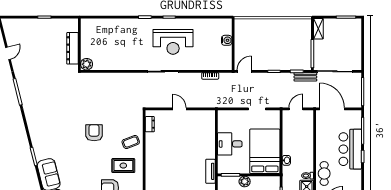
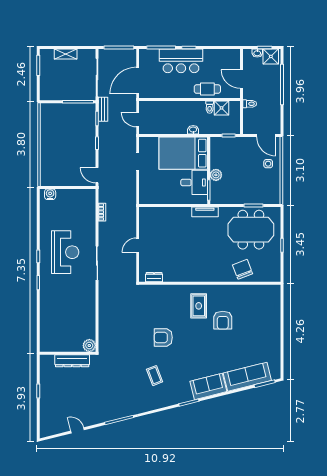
shelving: (318, 29) -> (66, 54), moved
water cooler: (227, 40) -> (50, 194), moved
coffee table: (131, 142) -> (155, 376), moved
desk: (230, 144) -> (194, 182), moved, turned -90

